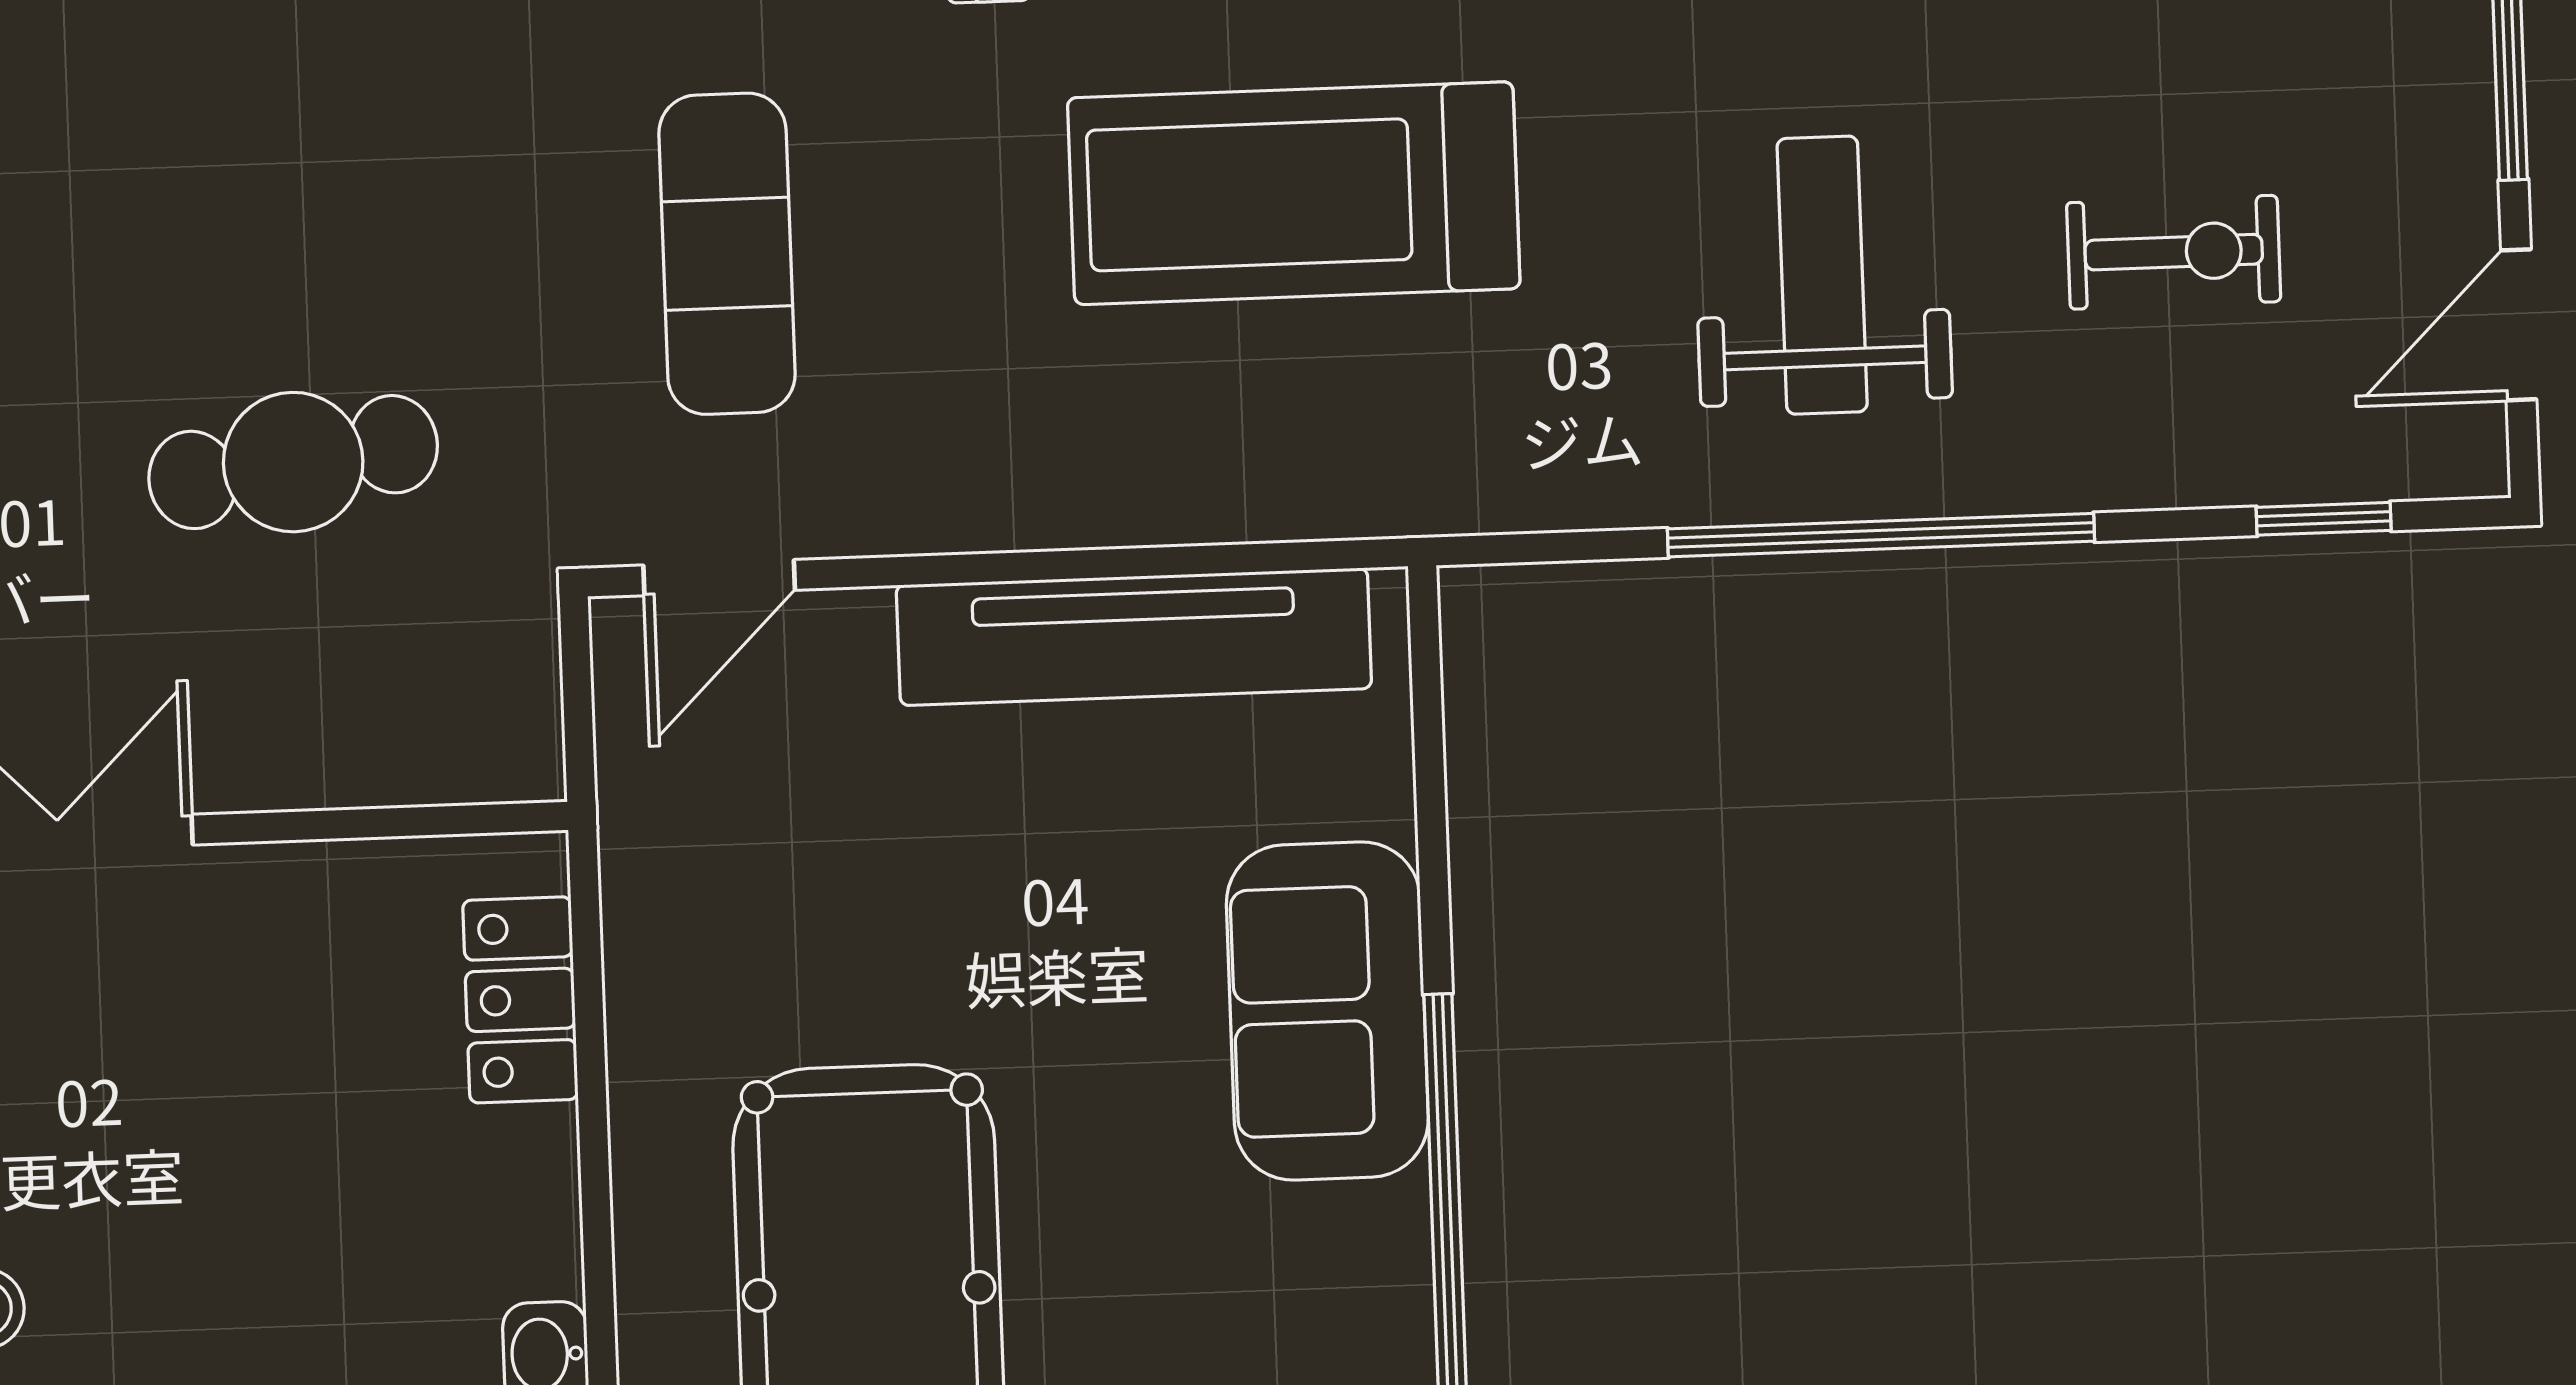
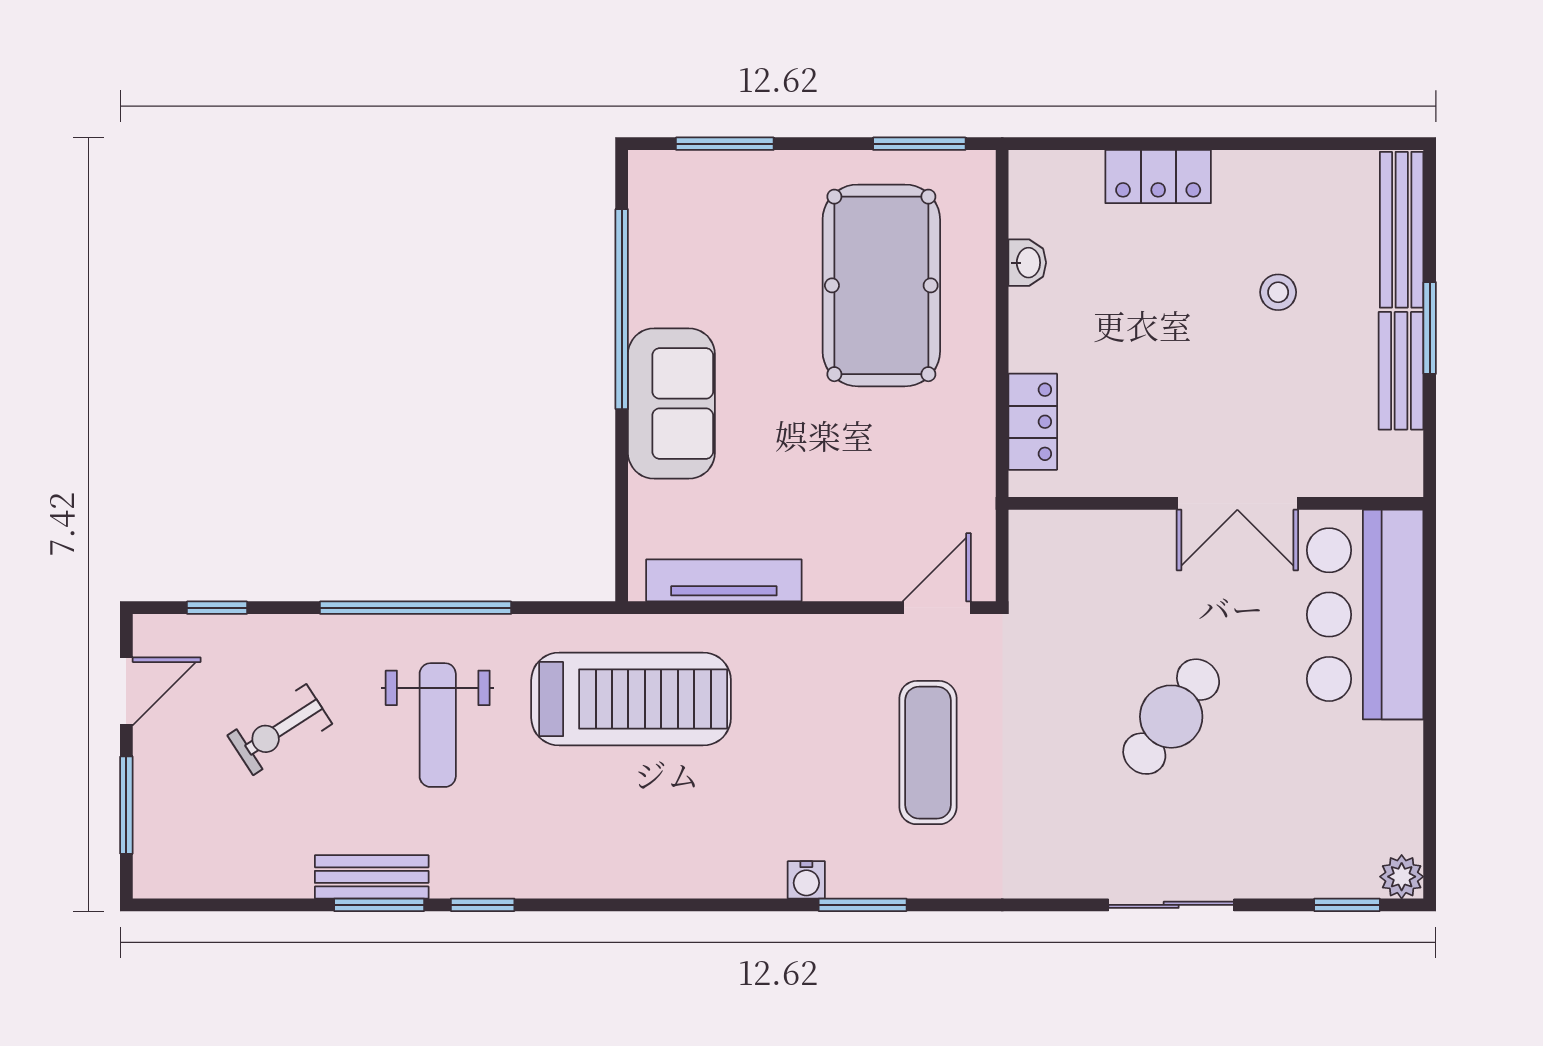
treadmill: (1294, 193) -> (631, 699), moved
exercise bike: (2174, 252) -> (280, 730), turned -33
cafe table: (293, 462) -> (1171, 717), moved, turned -46
tv unit: (1134, 637) -> (724, 580), width x0.73, depth x0.78

